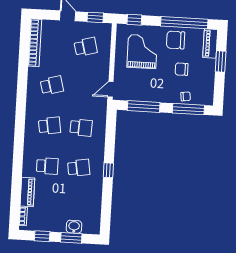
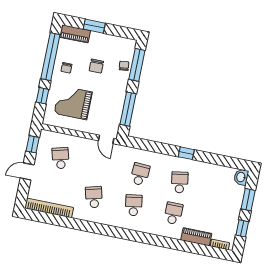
window: (134, 20) -> (43, 96), moved
chair: (176, 40) -> (67, 68), width x0.54, depth x0.54
washbasin: (74, 227) -> (241, 177), moved

